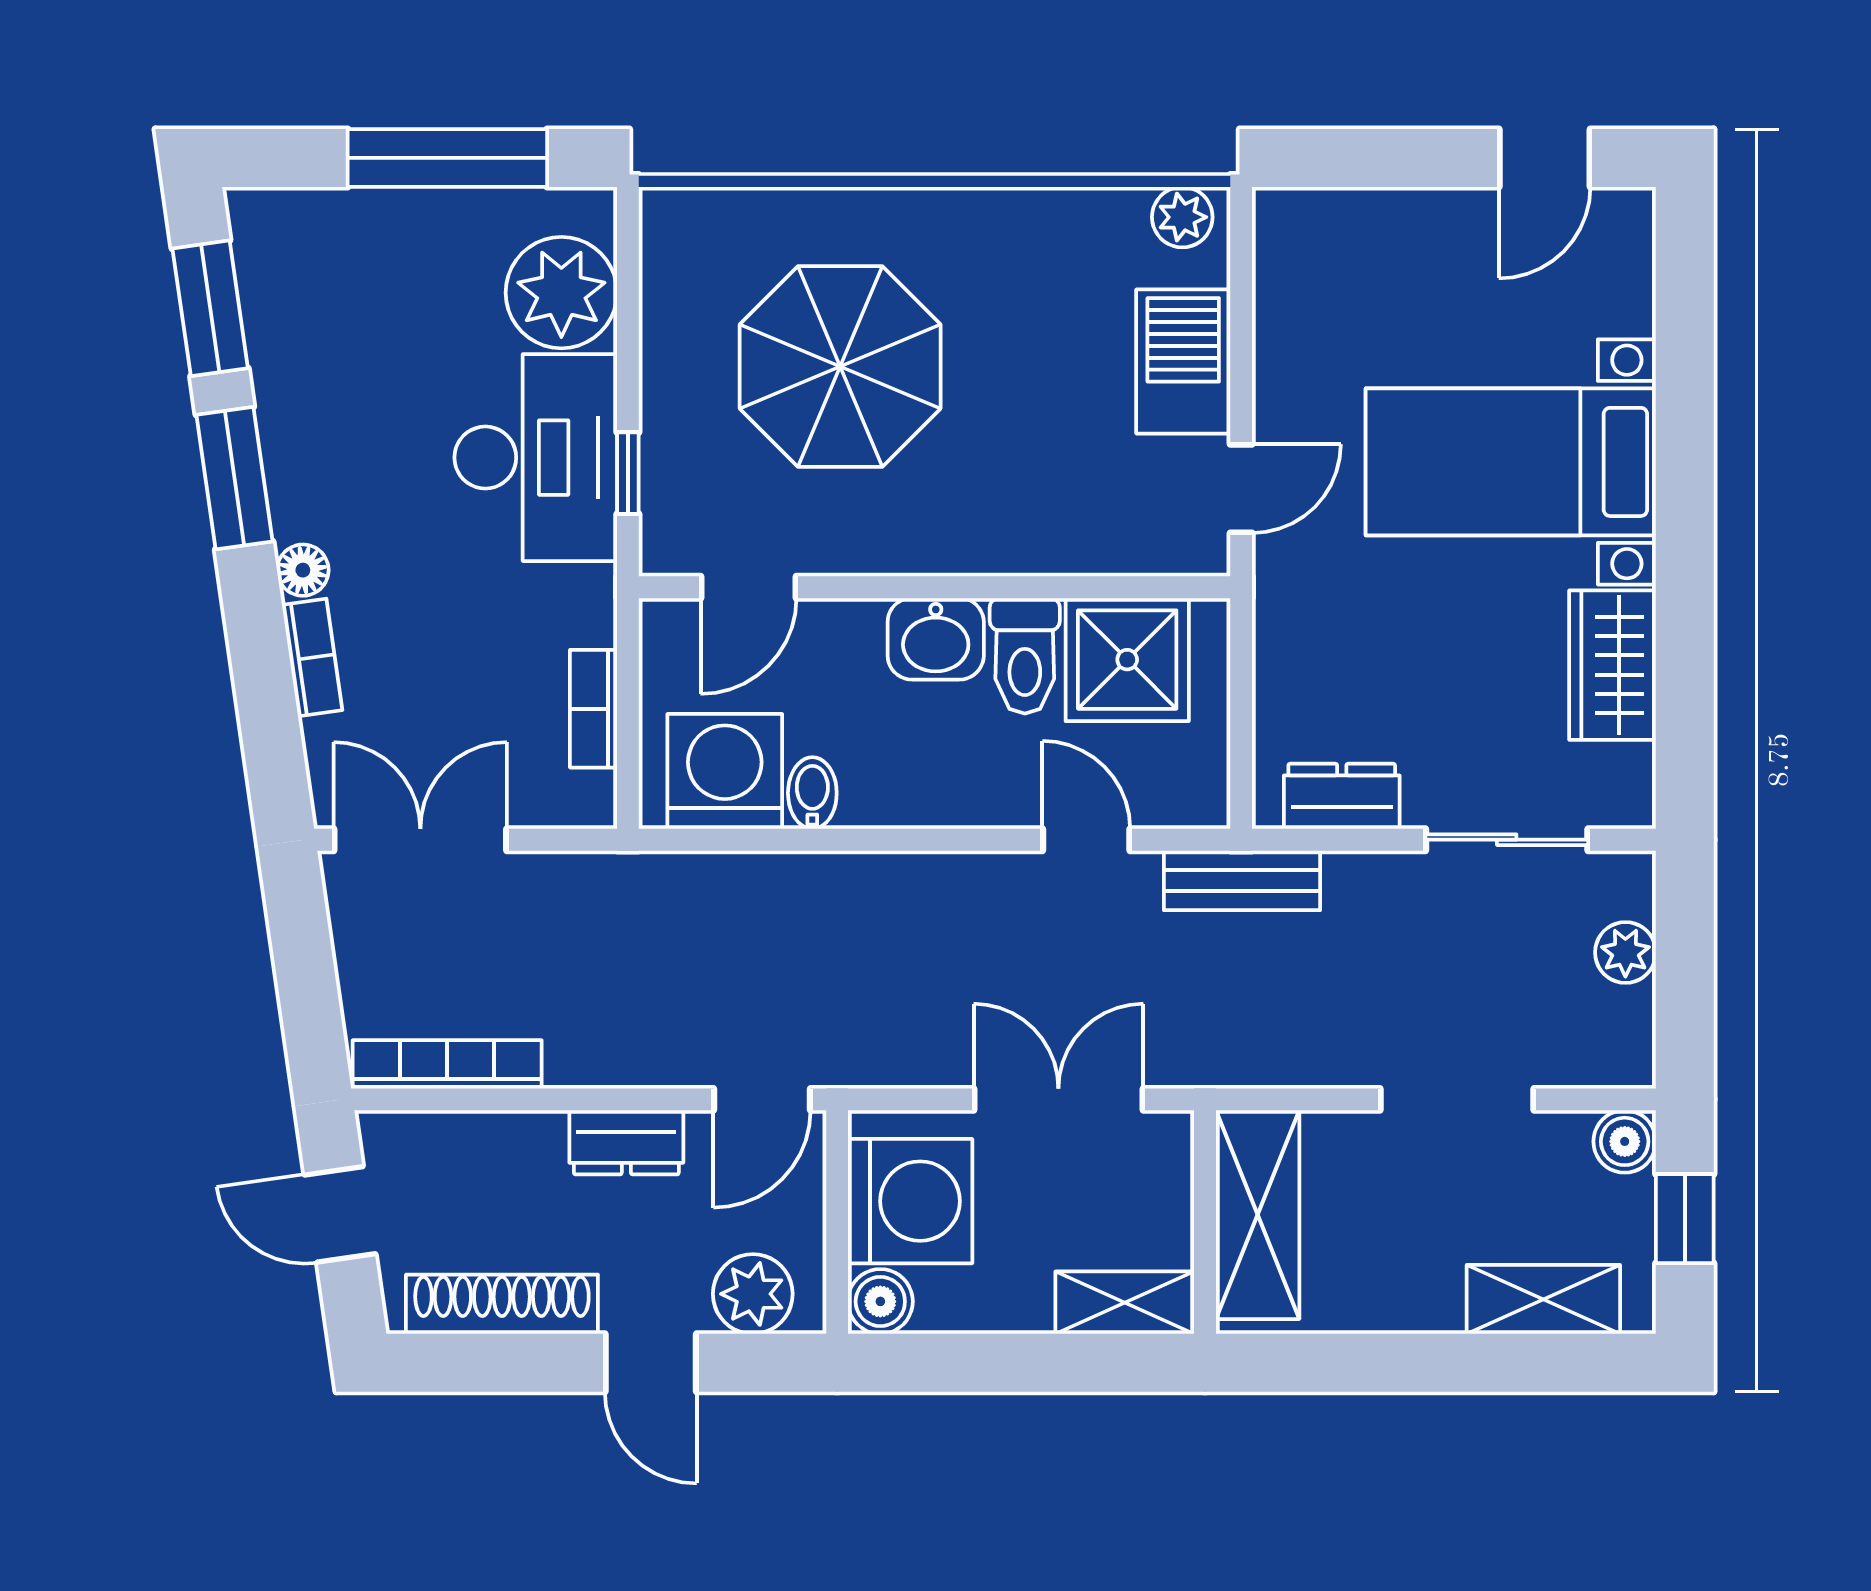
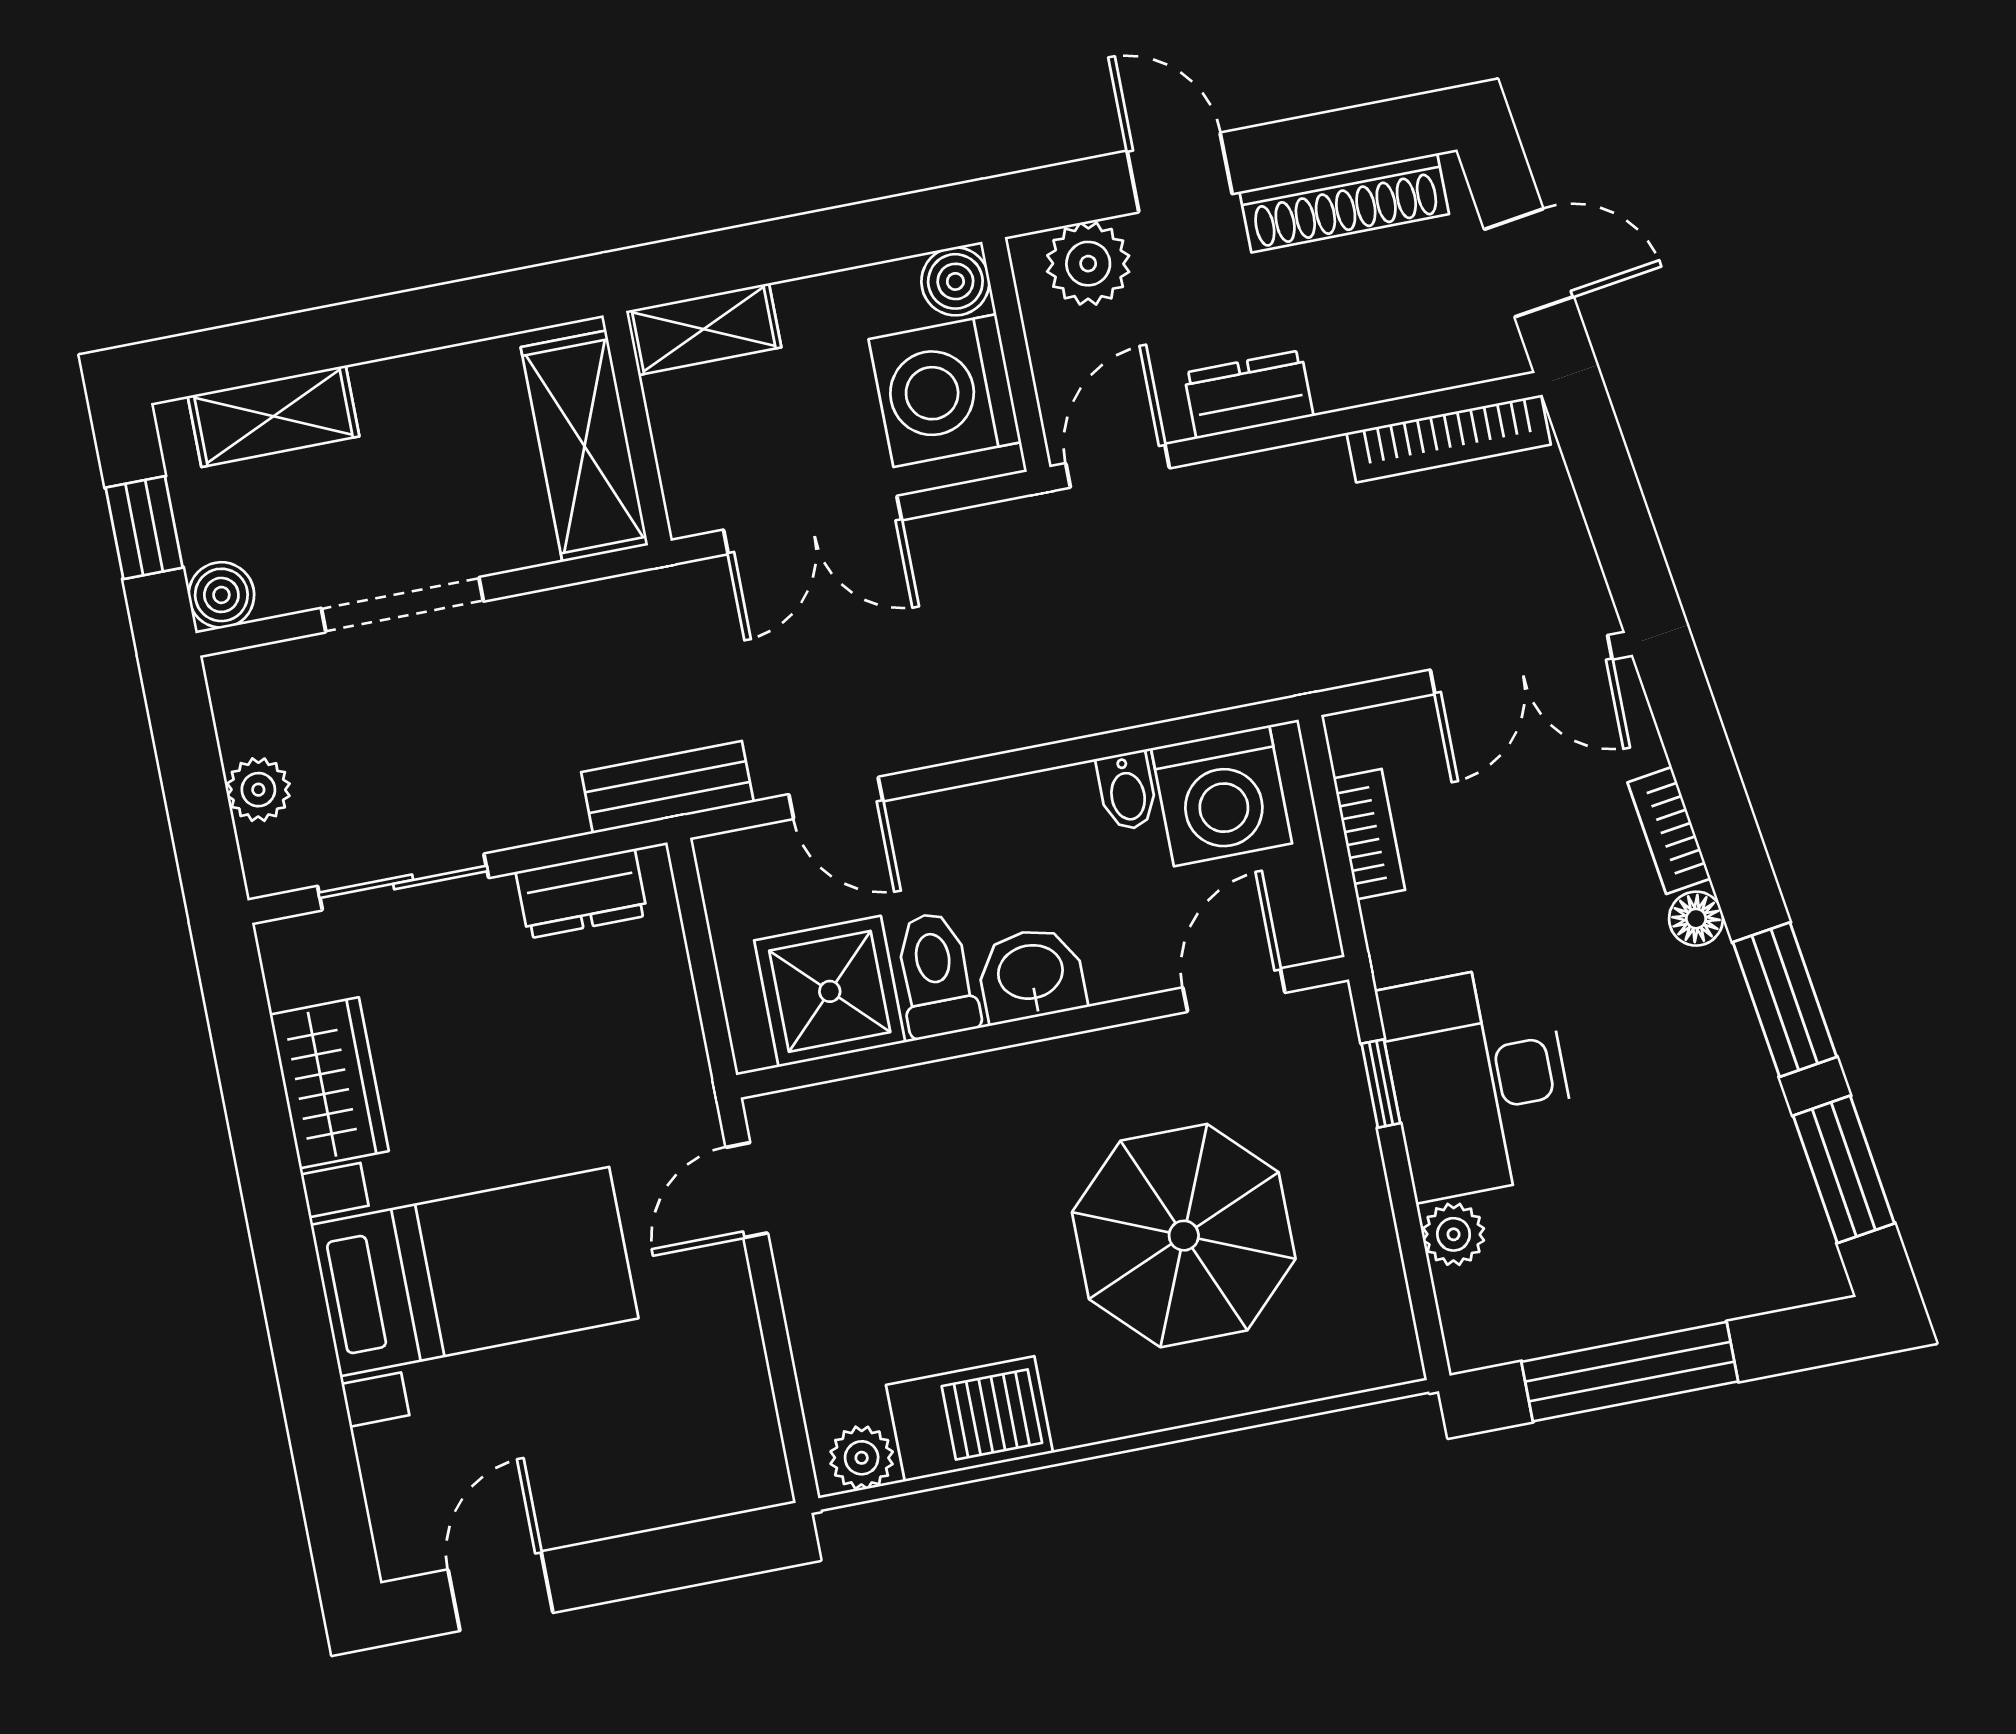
plant: (561, 293) -> (1454, 1234), width x0.53, depth x0.53
barbecue: (1183, 361) -> (970, 1419), moved, turned -90

